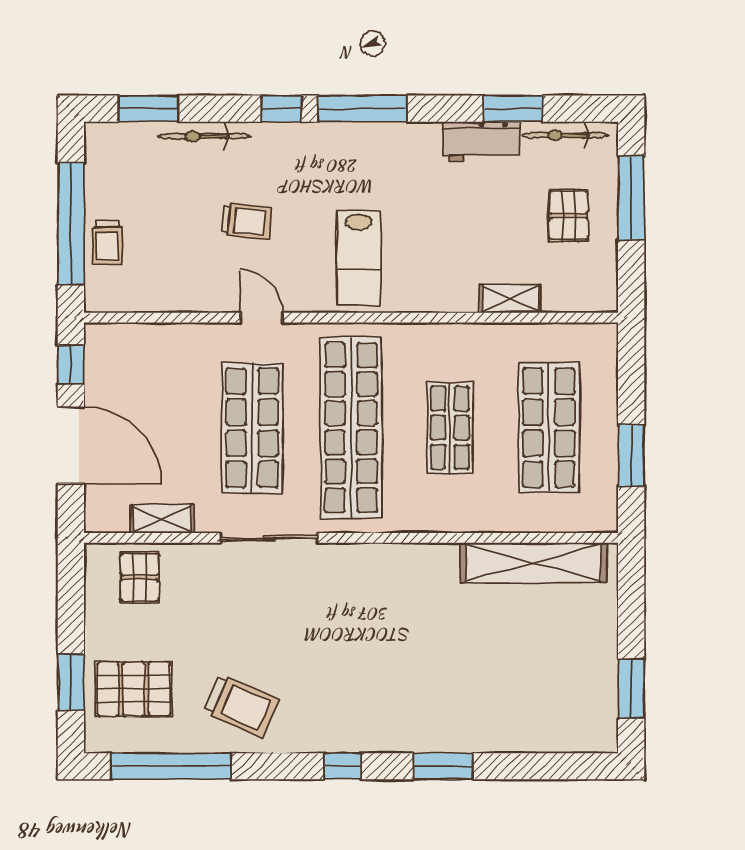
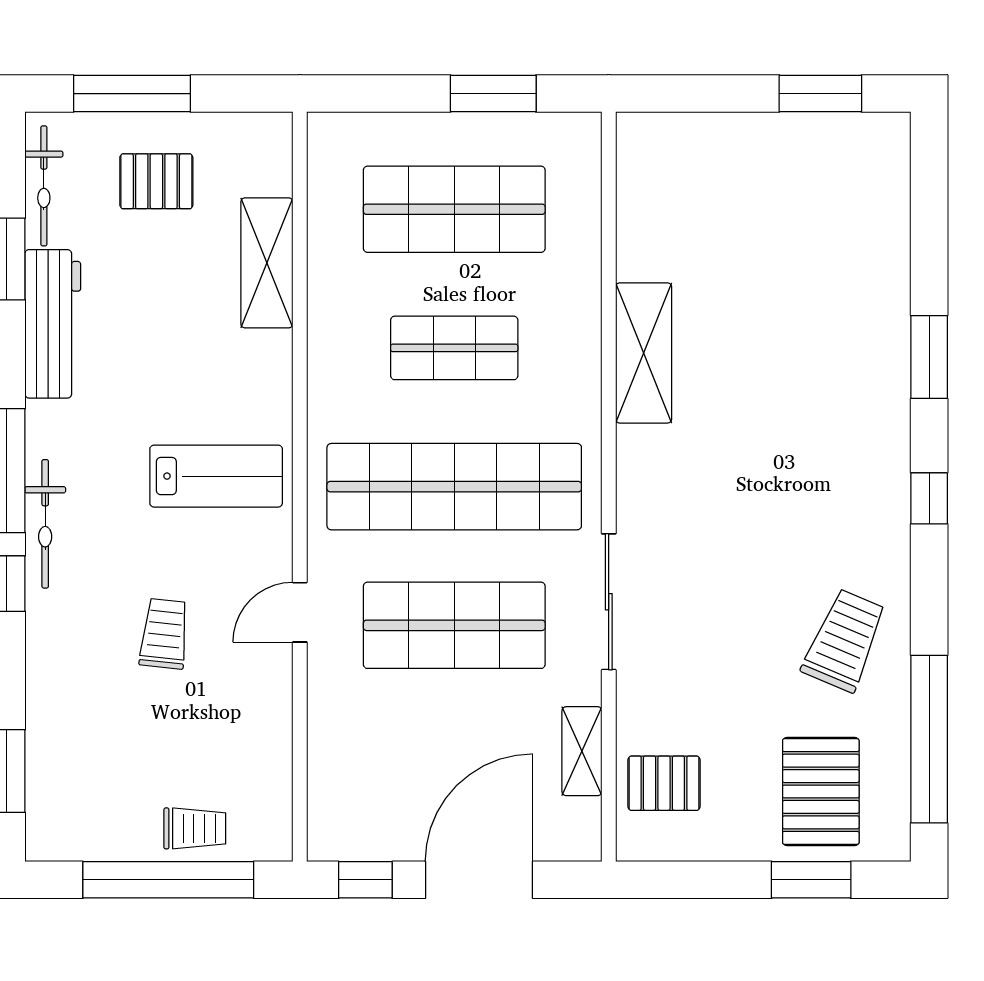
bicycle: (204, 136) -> (45, 524), moved
workbench: (481, 142) -> (53, 324), width x1.38
shelving: (511, 299) -> (267, 263), width x1.50, depth x1.33
shelving: (534, 563) -> (644, 353), moved, width x0.68

